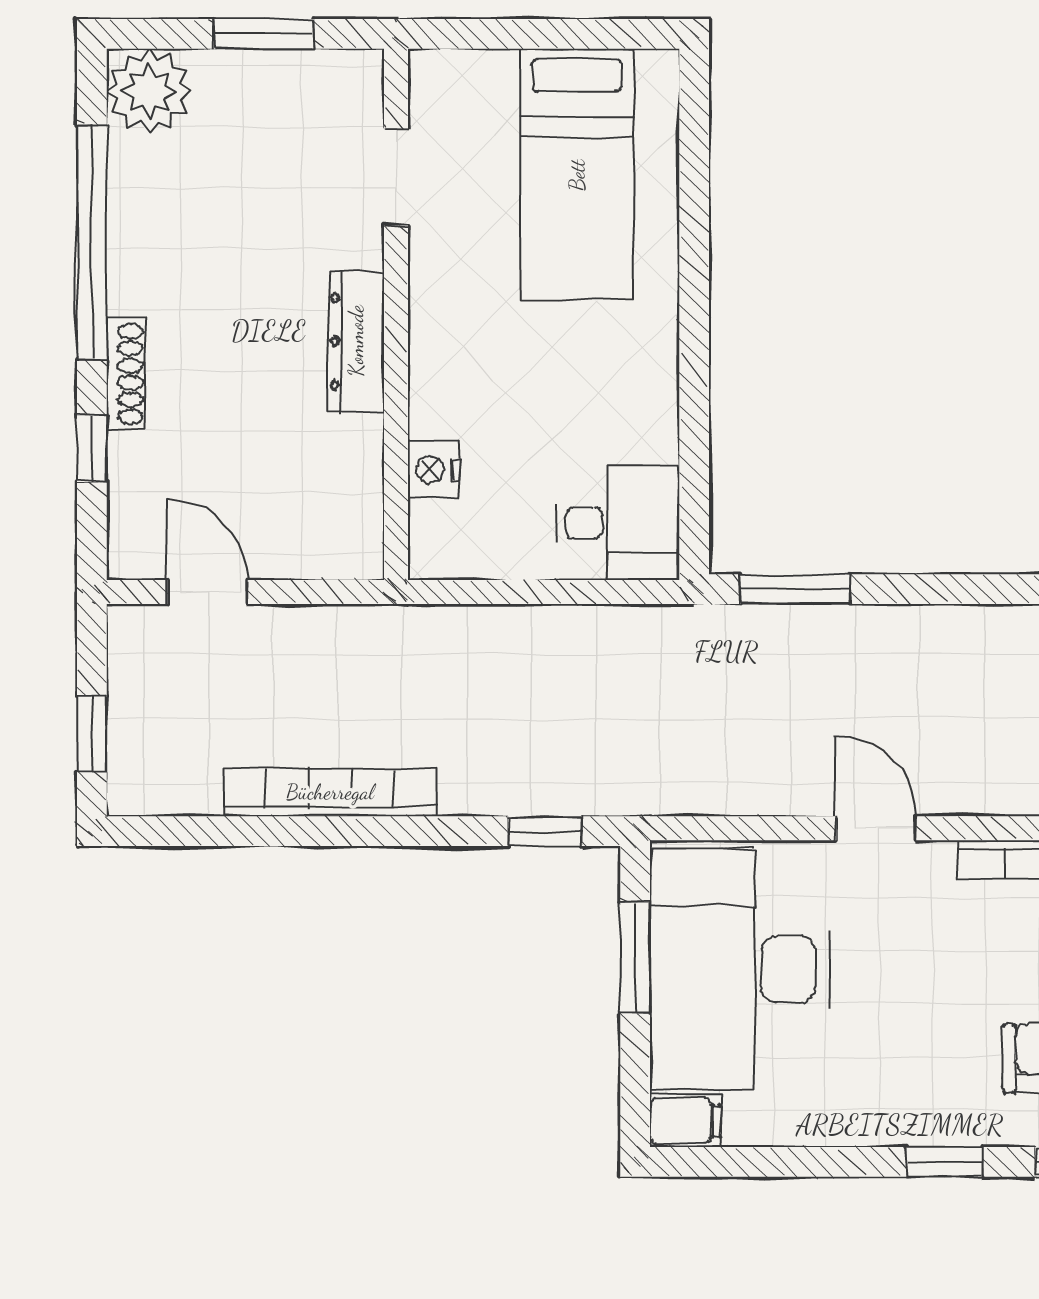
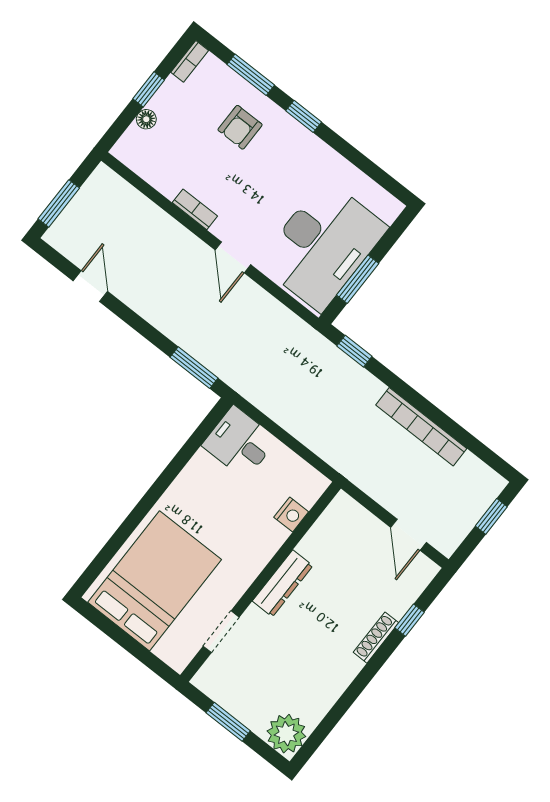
bed: (577, 175) -> (155, 581), width x1.50
window: (92, 243) -> (351, 695), removed
filing cabinet: (685, 1121) -> (386, 206), removed

